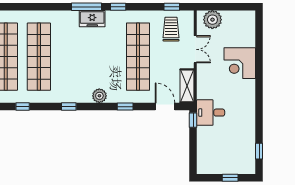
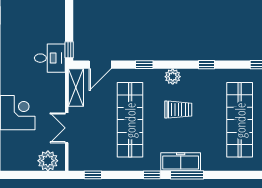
freezer: (92, 19) -> (181, 162), width x1.40
trolley: (171, 29) -> (178, 110), moved, turned -90
door: (165, 107) -> (100, 65), hinge flipped

